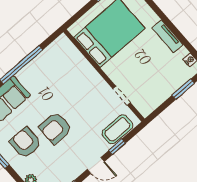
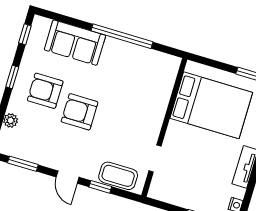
armchair: (25, 143) -> (45, 91), turned -90

